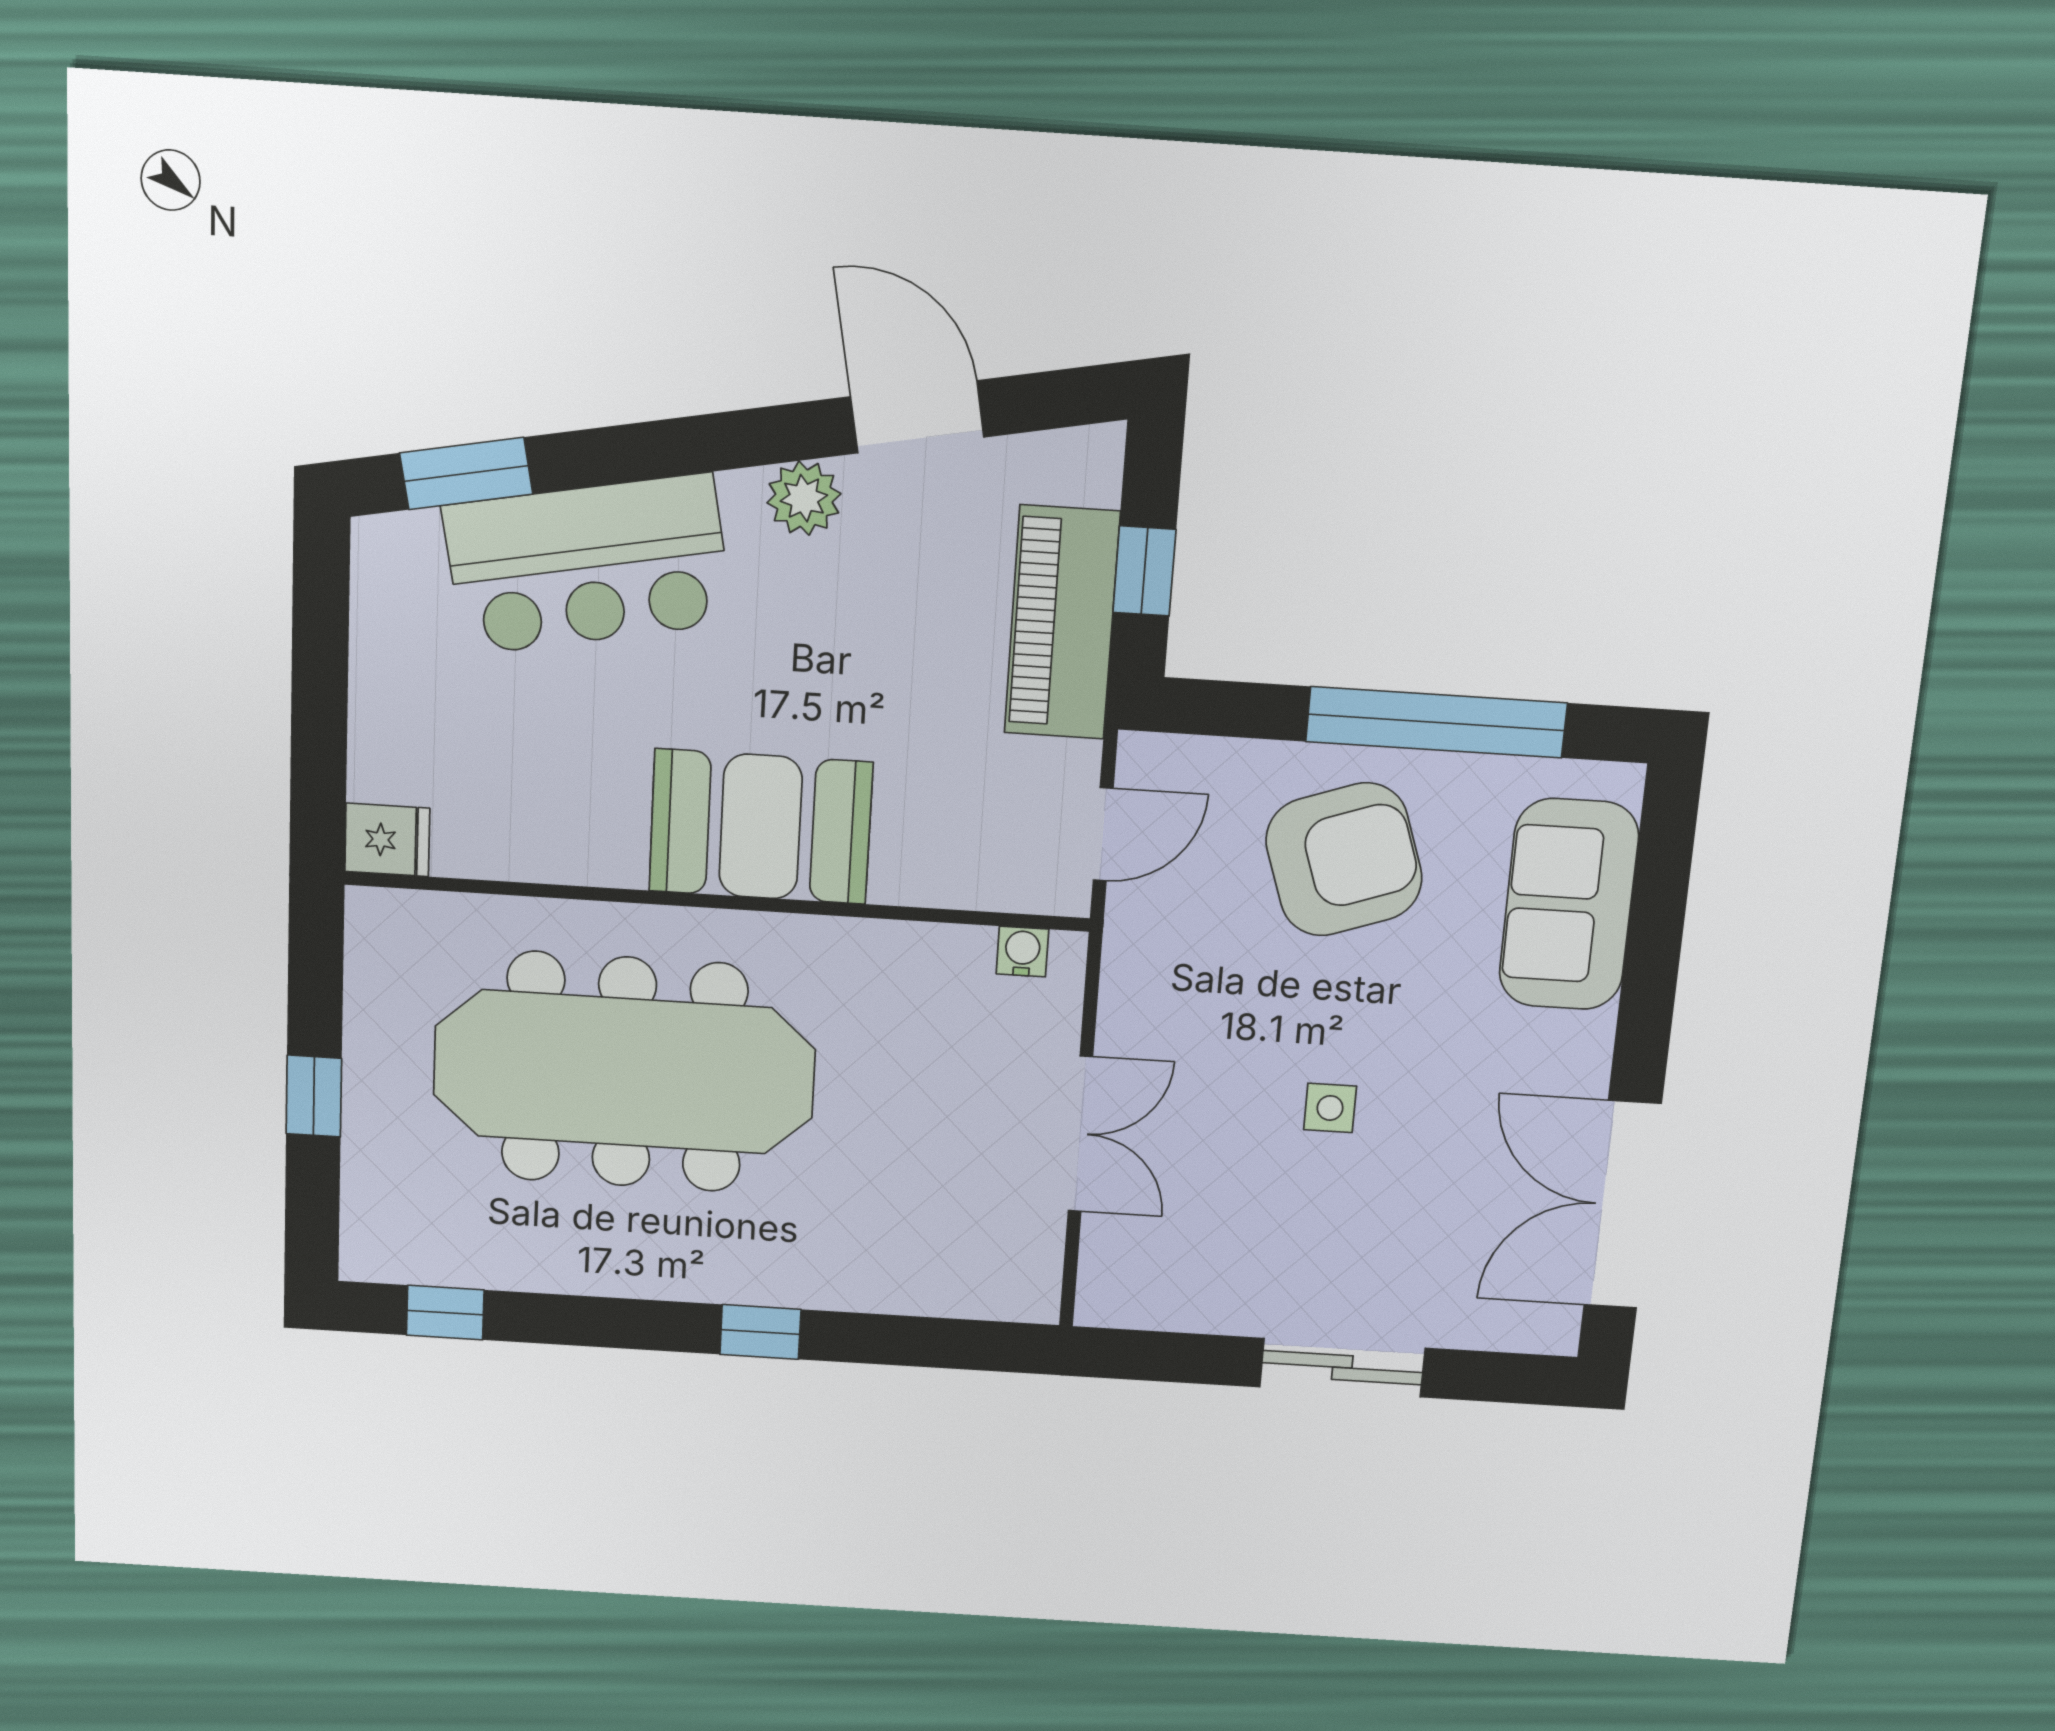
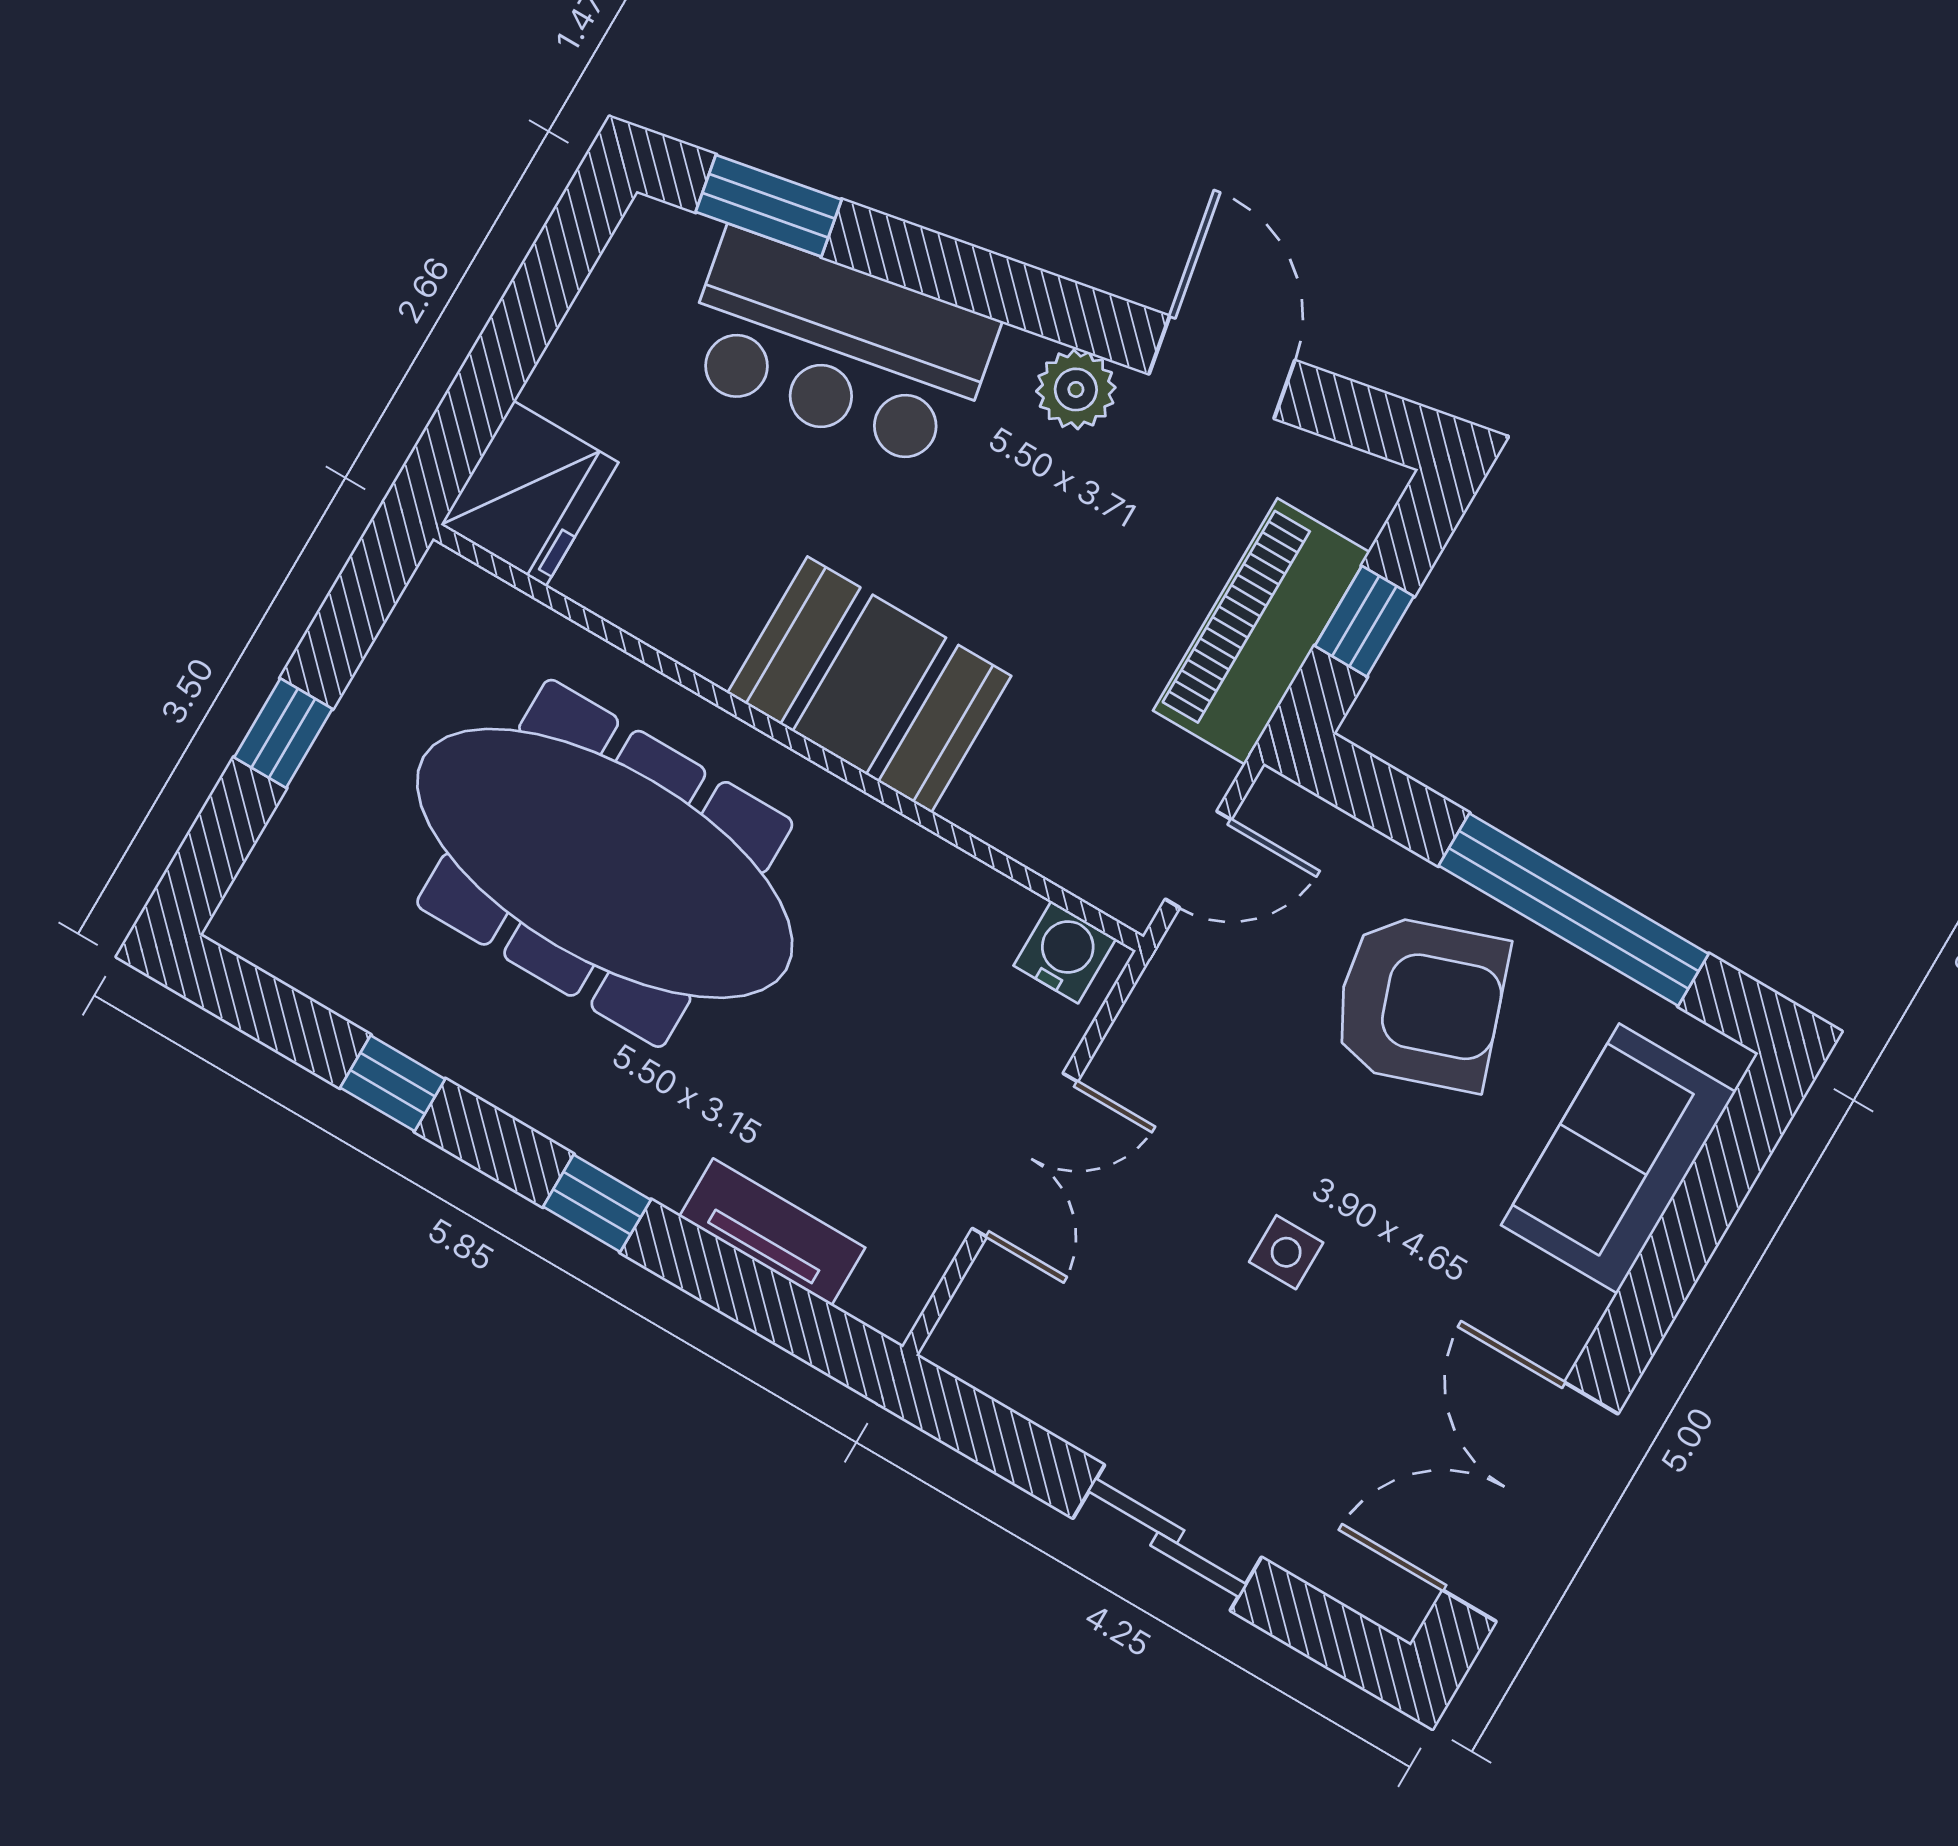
fridge: (387, 840) -> (530, 494), width x1.88, depth x1.34
water cooler: (1022, 952) -> (1065, 952), width x1.38, depth x1.38
tv unit: (910, 1288) -> (772, 1232), added
window: (445, 1313) -> (393, 1083), moved

